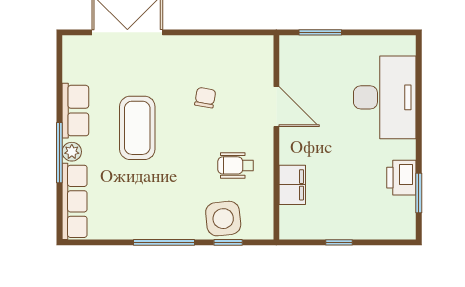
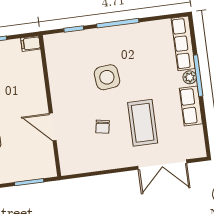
coffee table: (137, 128) -> (143, 123), moved
wheelchair: (236, 165) -> (76, 83), removed
filing cabinet: (292, 185) -> (31, 44), moved, width x0.50
side table: (223, 219) -> (107, 77), moved

